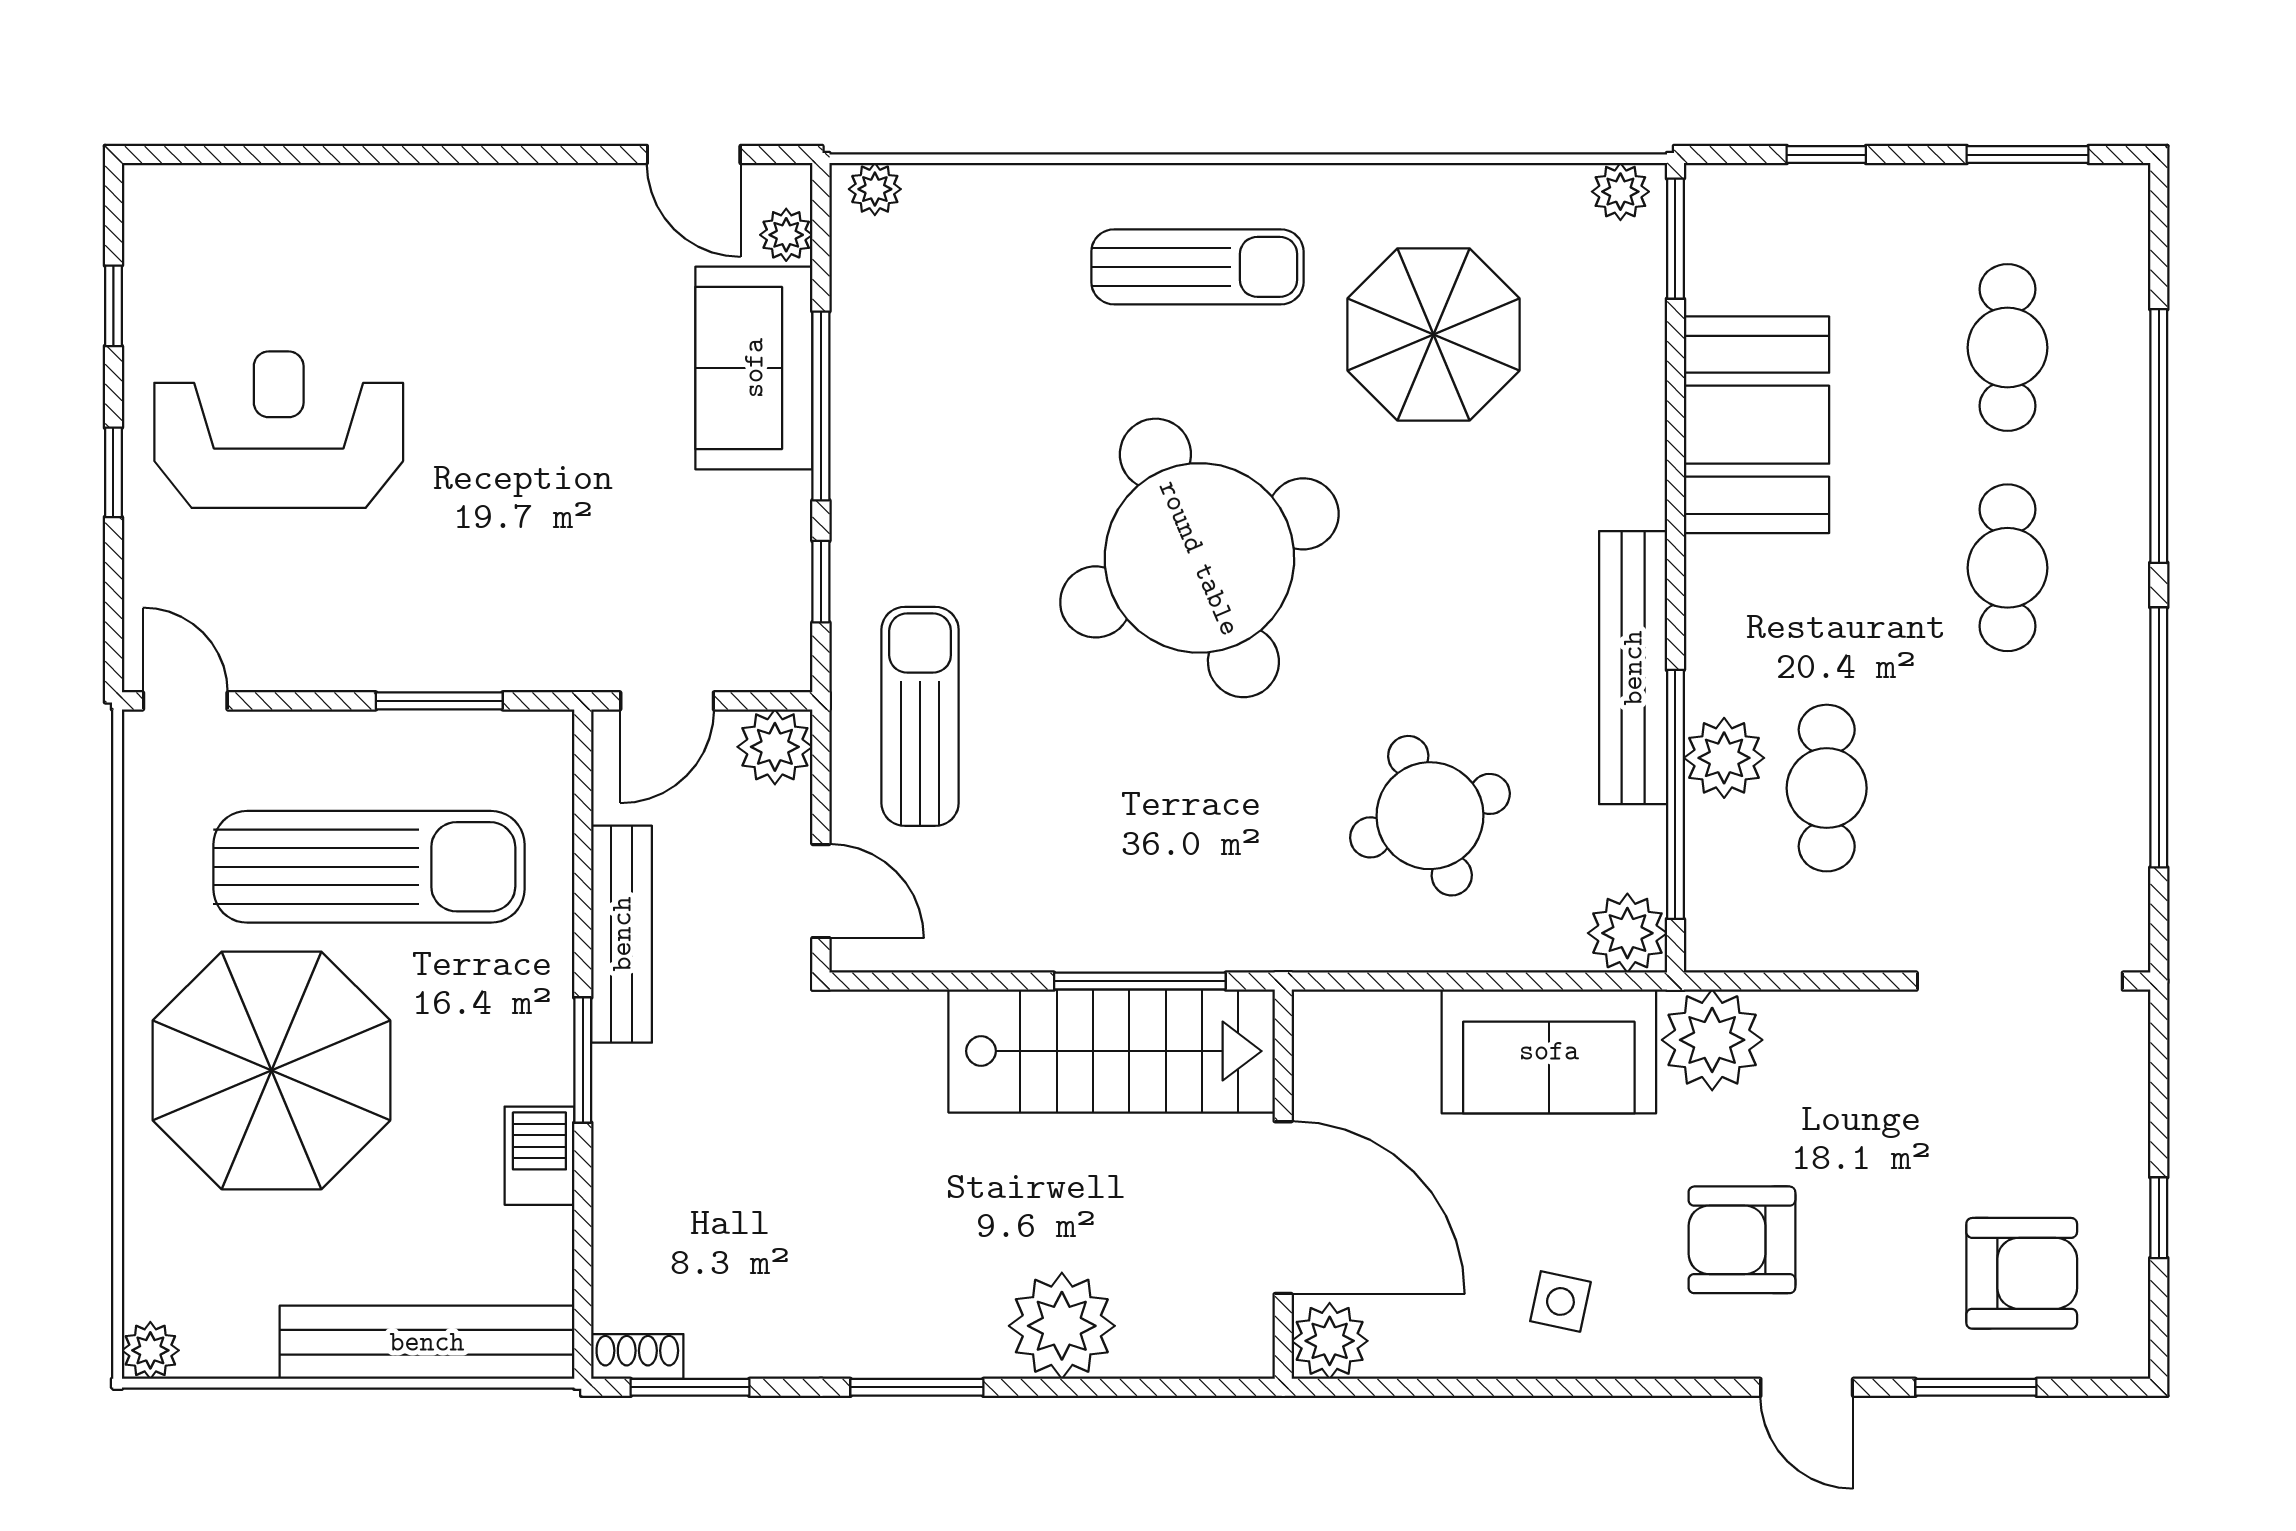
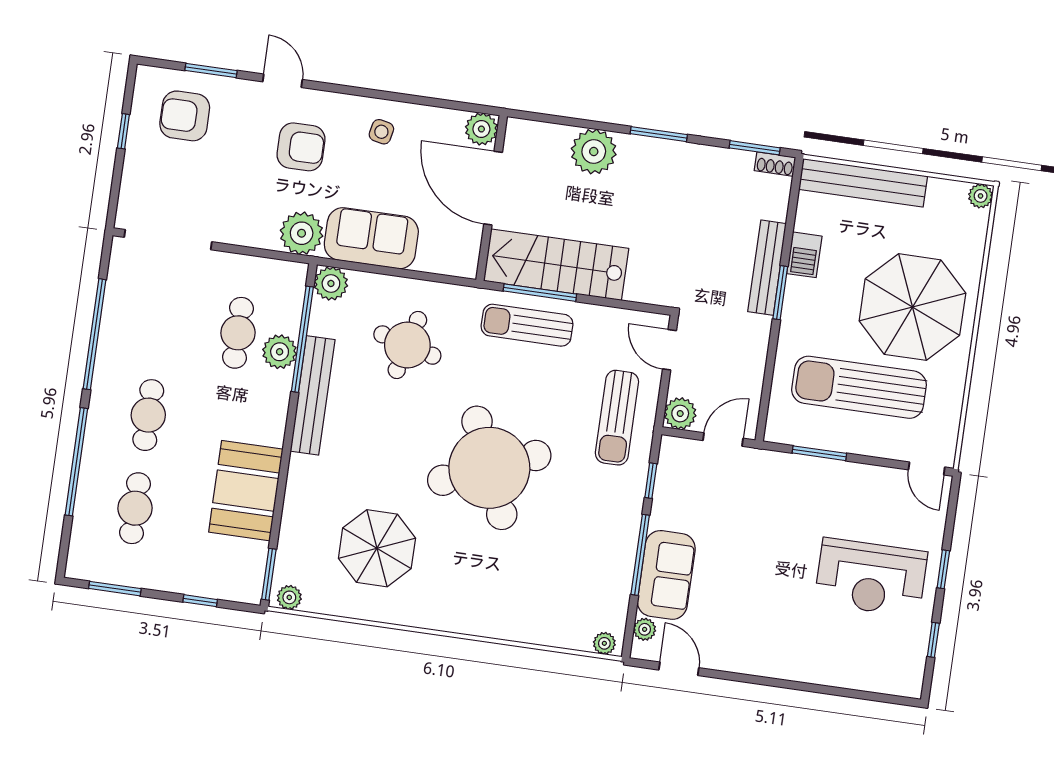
sun lounger: (1197, 267) -> (527, 325), moved
round table: (1430, 816) -> (407, 345), turned 35
bench: (622, 934) -> (767, 268), moved

